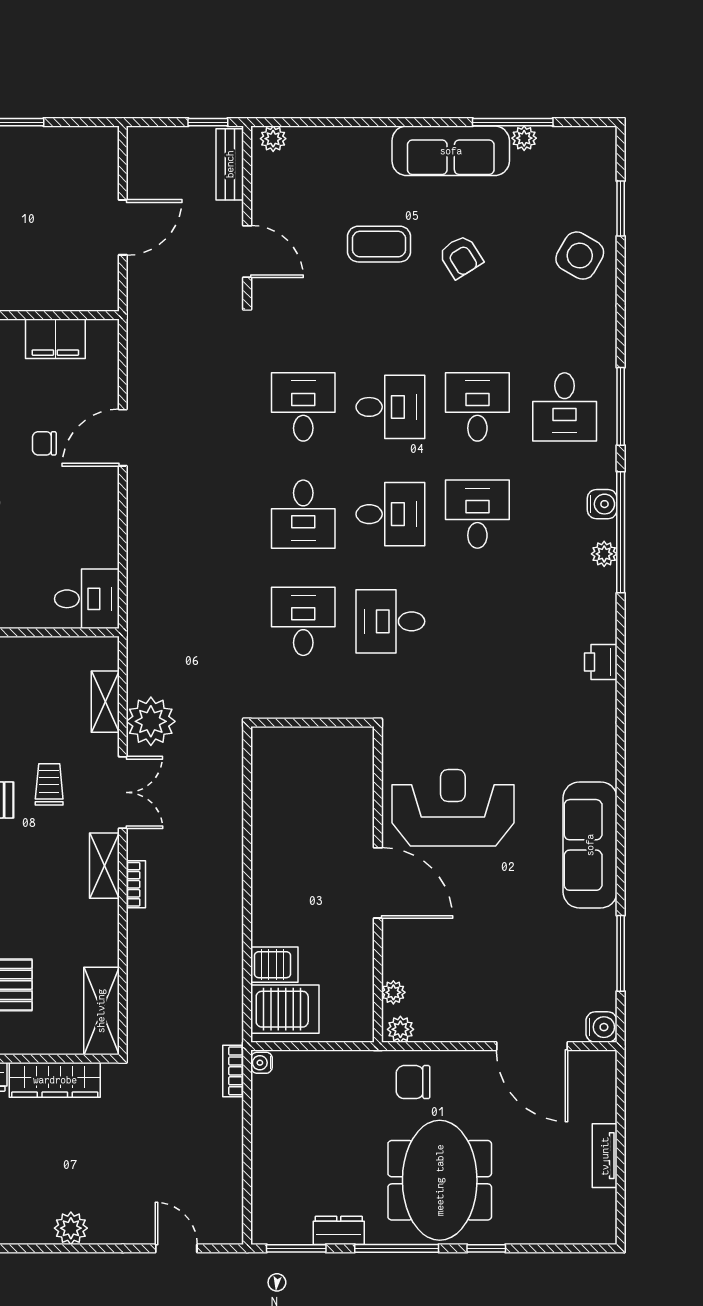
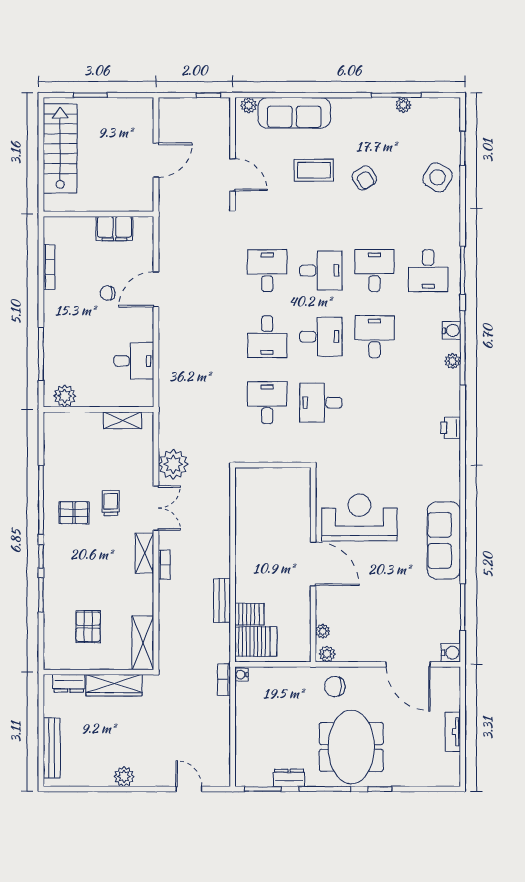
sofa: (451, 151) -> (294, 113), moved
bench: (230, 164) -> (222, 600), moved
desk: (87, 599) -> (134, 361), moved
shelving: (105, 702) -> (122, 420), moved, turned 90

